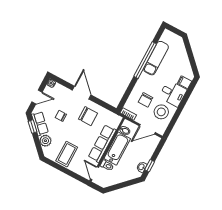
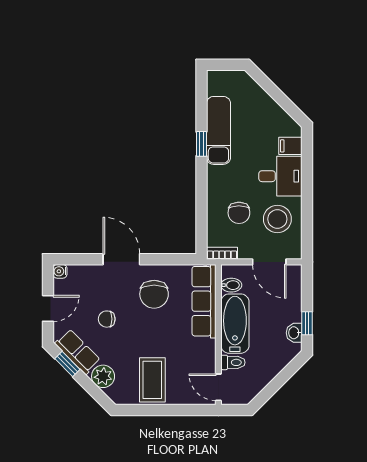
window: (145, 60) -> (201, 144), width x0.32
chair: (88, 116) -> (154, 294), turned 90
door: (147, 129) -> (269, 262), hinge flipped
row of seats: (102, 144) -> (204, 301), moved

